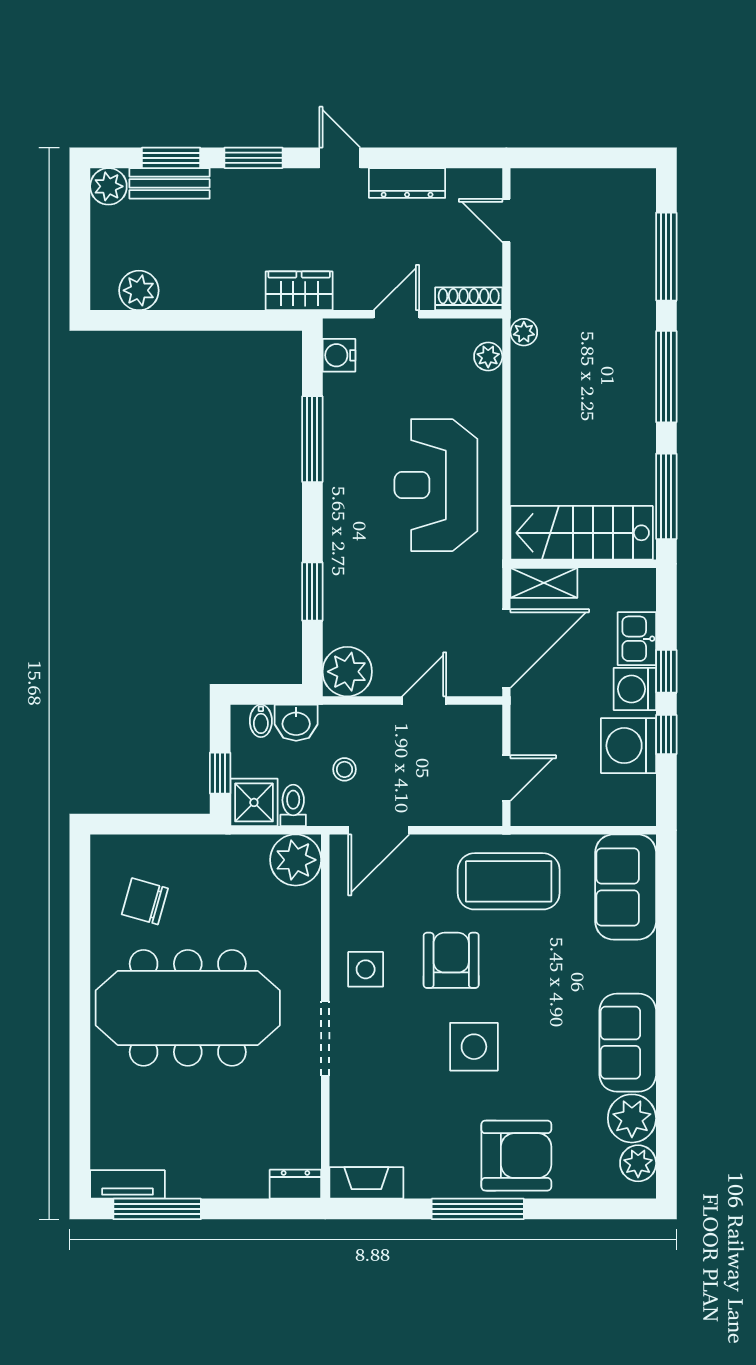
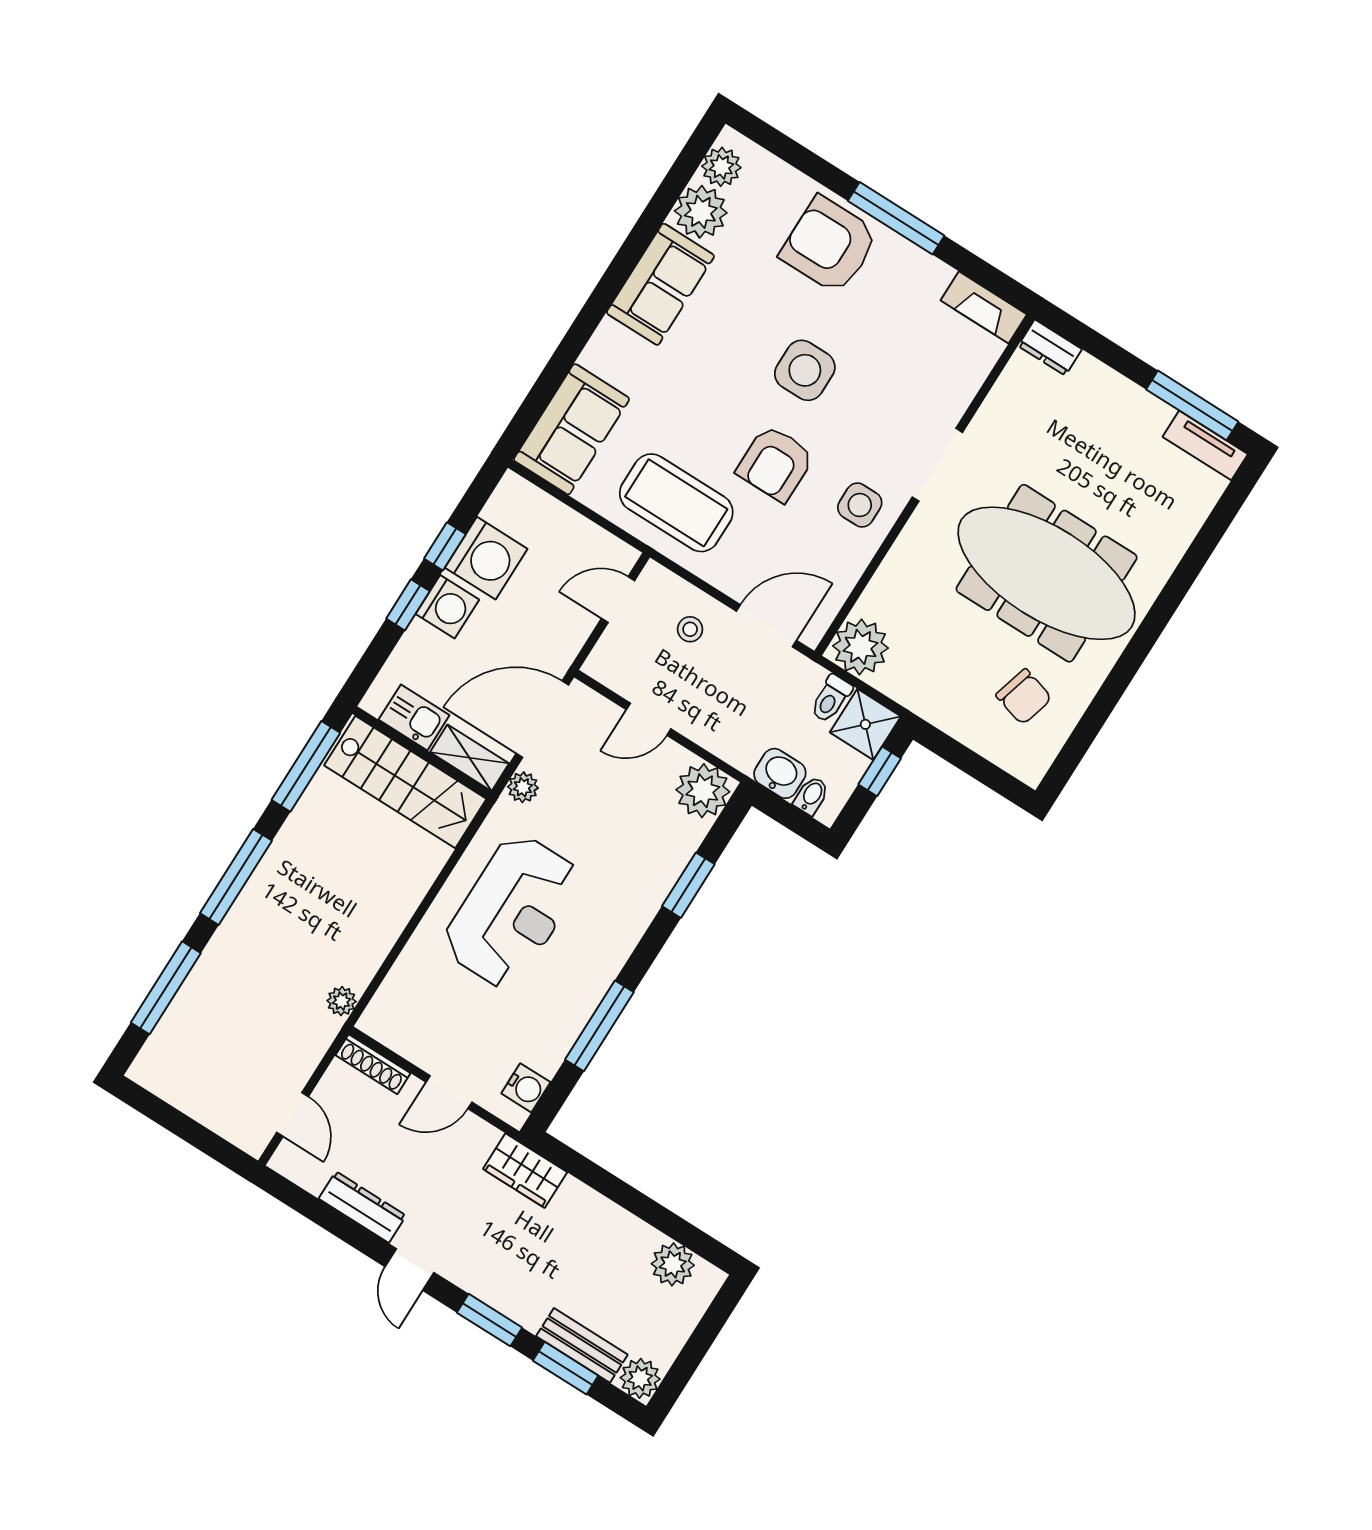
plant: (488, 357) -> (523, 787), moved
kitchen sink: (637, 639) -> (414, 717), moved, turned -90
stool: (344, 769) -> (690, 629), moved

